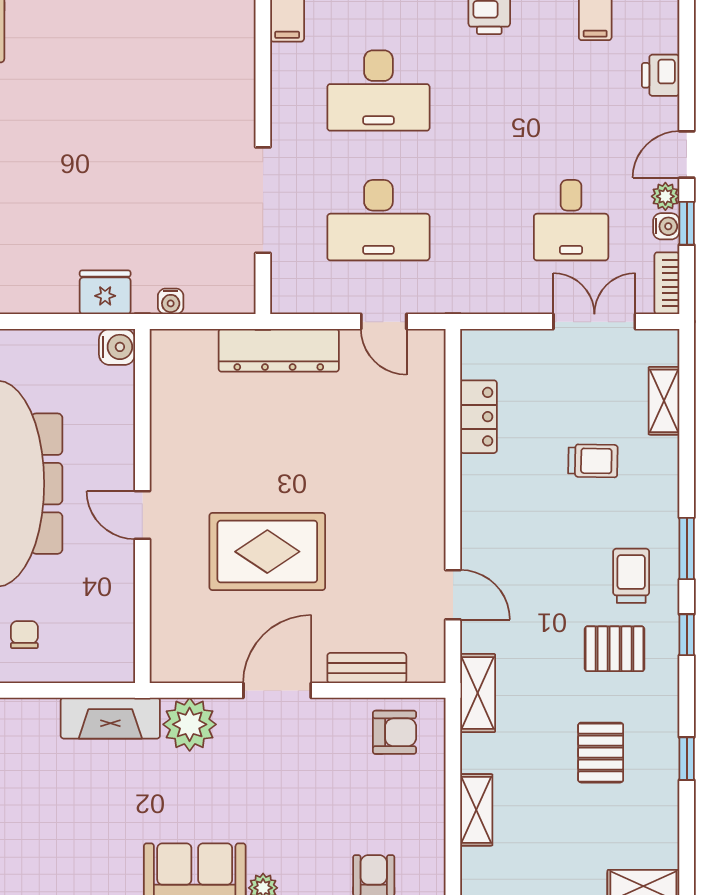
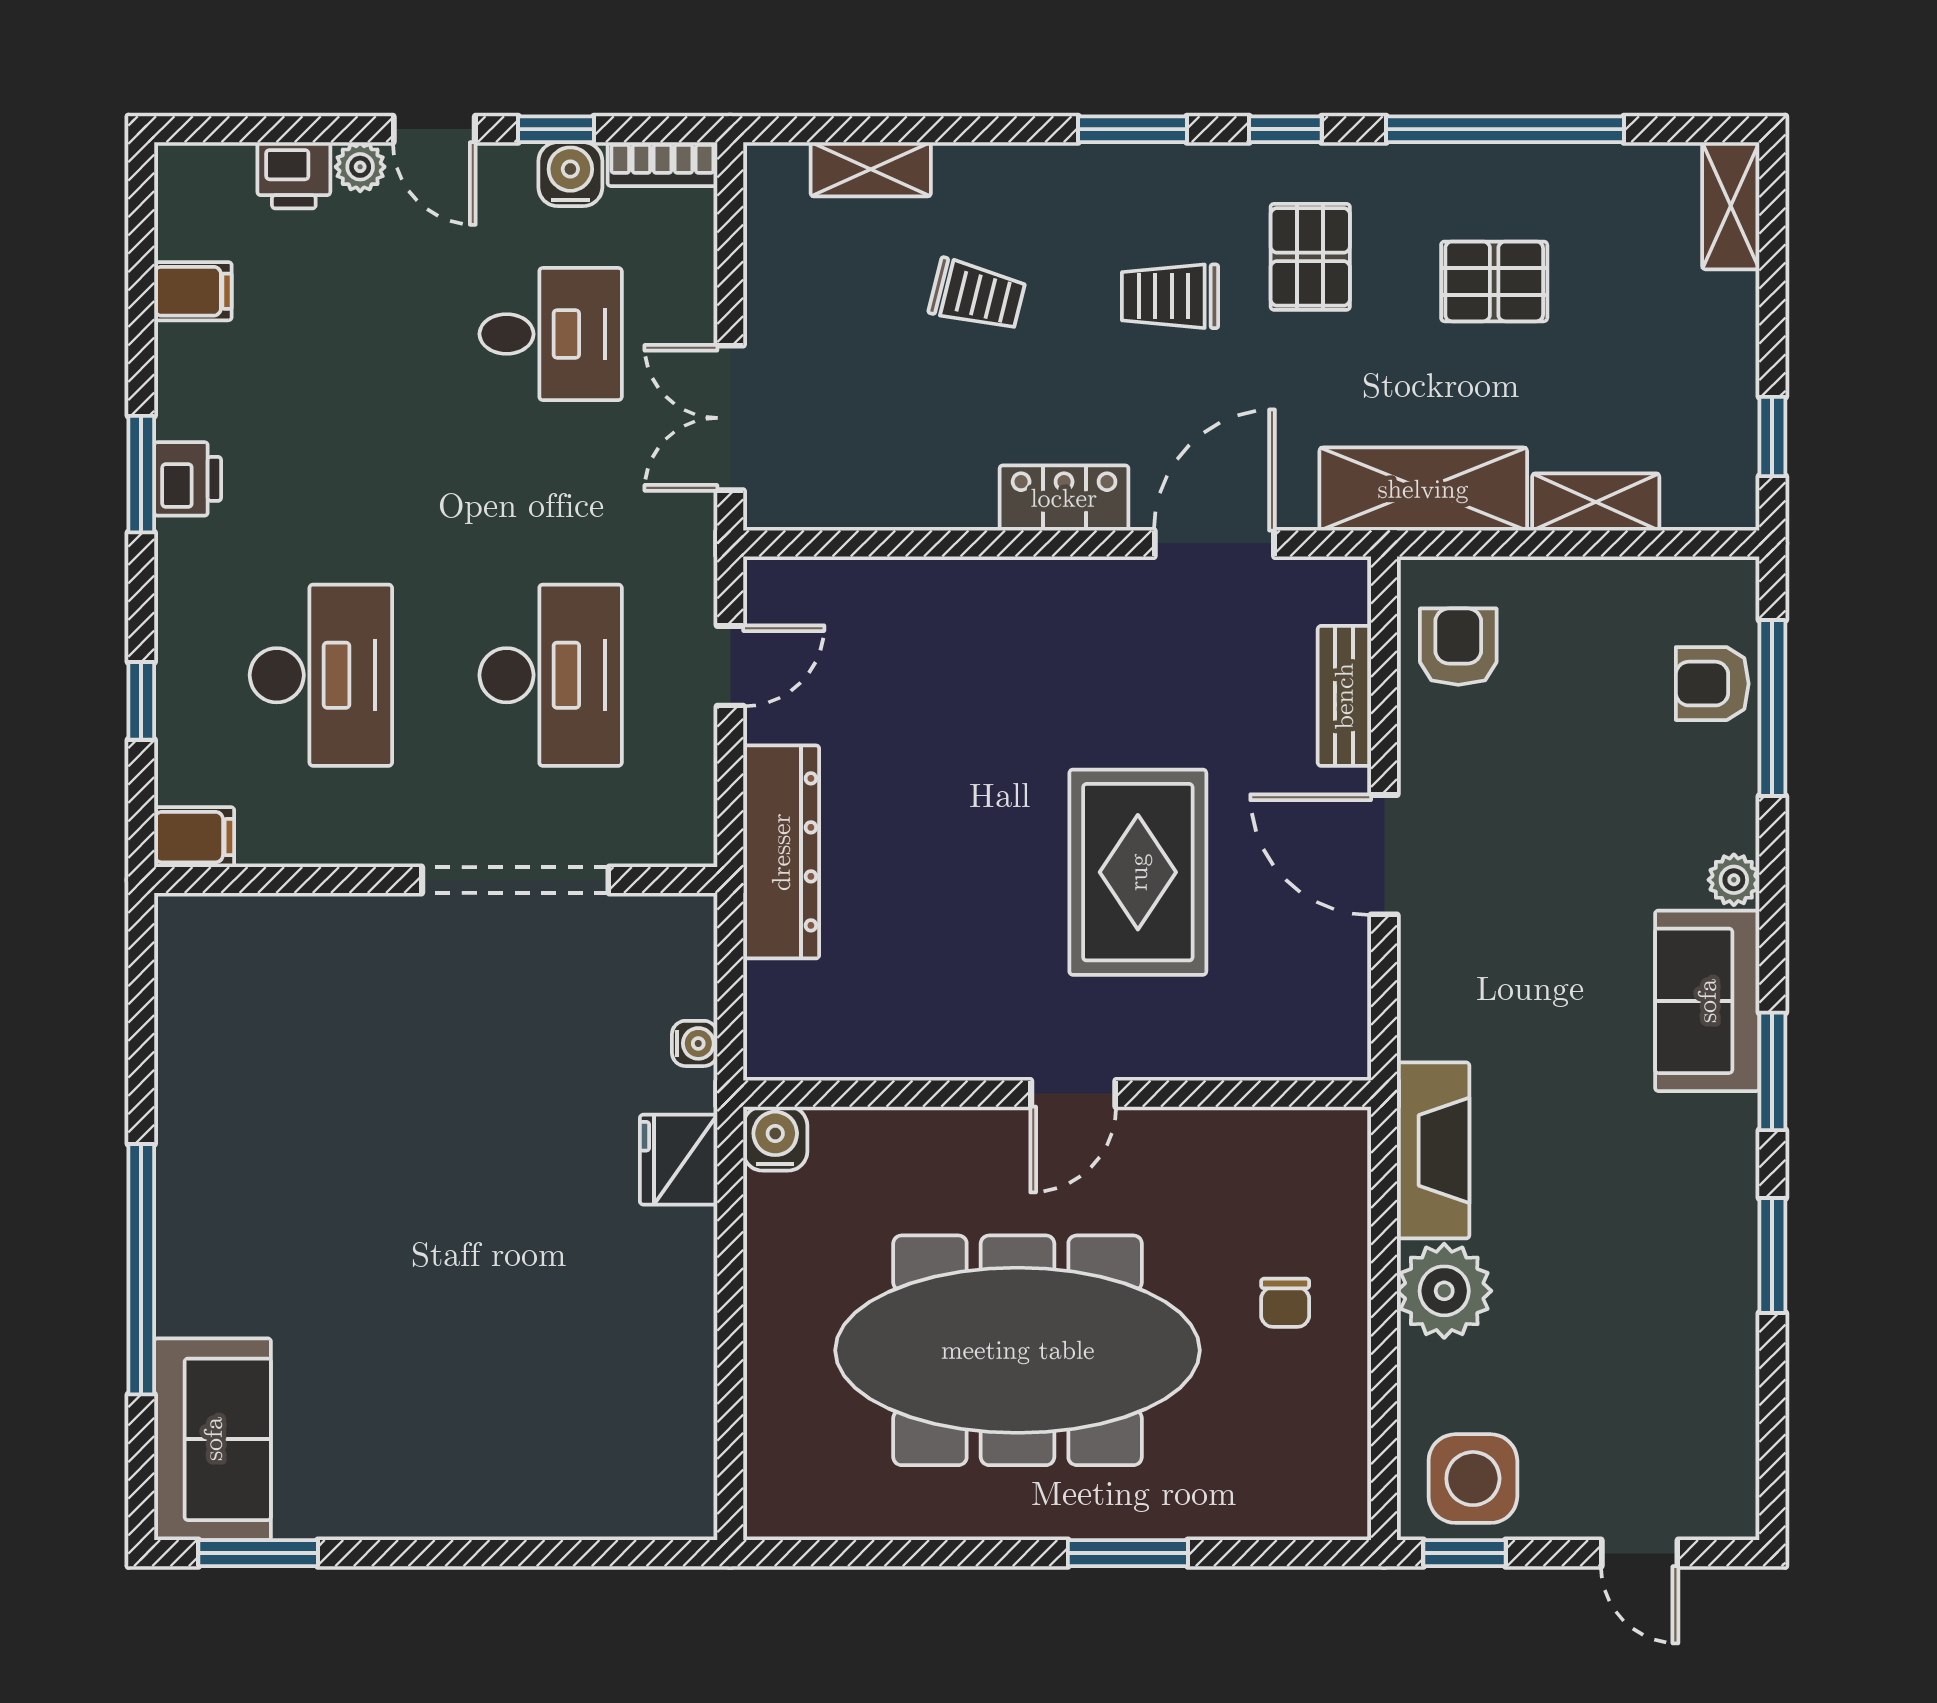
plant: (665, 196) -> (360, 167), moved
water cooler: (666, 226) -> (570, 174), width x1.38, depth x1.38
double door: (594, 322) -> (730, 418), moved
locker: (478, 417) -> (1064, 498), moved
trolley: (593, 461) -> (977, 295), turned 103
trolley: (631, 576) -> (1170, 296), moved
door: (453, 595) -> (1214, 543), width x1.38
chair: (24, 635) -> (1285, 1303), turned -90
shelving: (478, 693) -> (1423, 489), width x1.50, depth x1.33
plant: (190, 724) -> (1444, 1291), moved
window: (687, 759) -> (1505, 129), width x3.17

